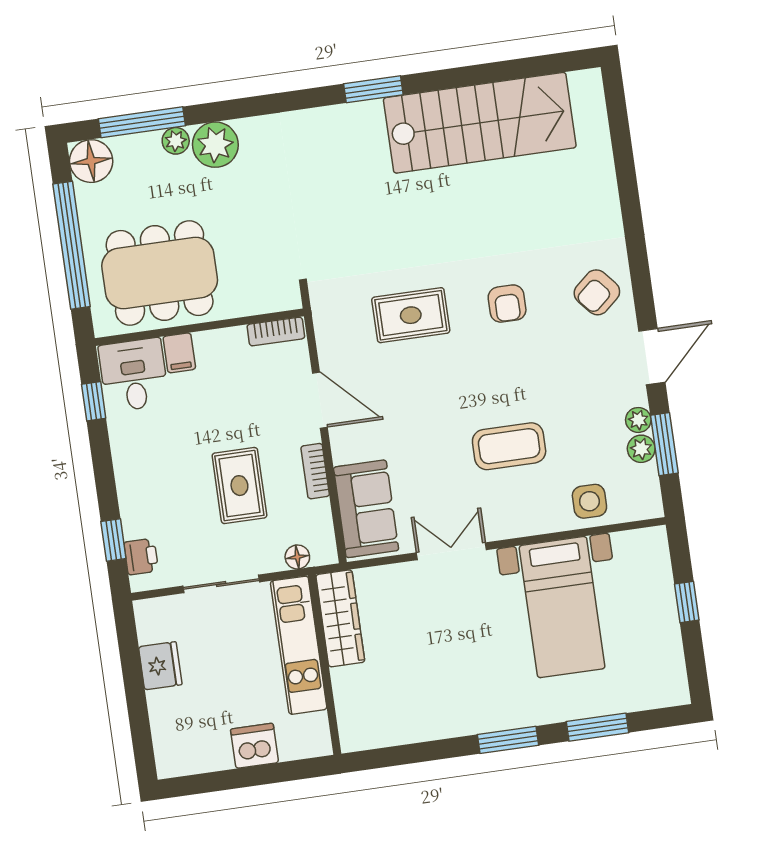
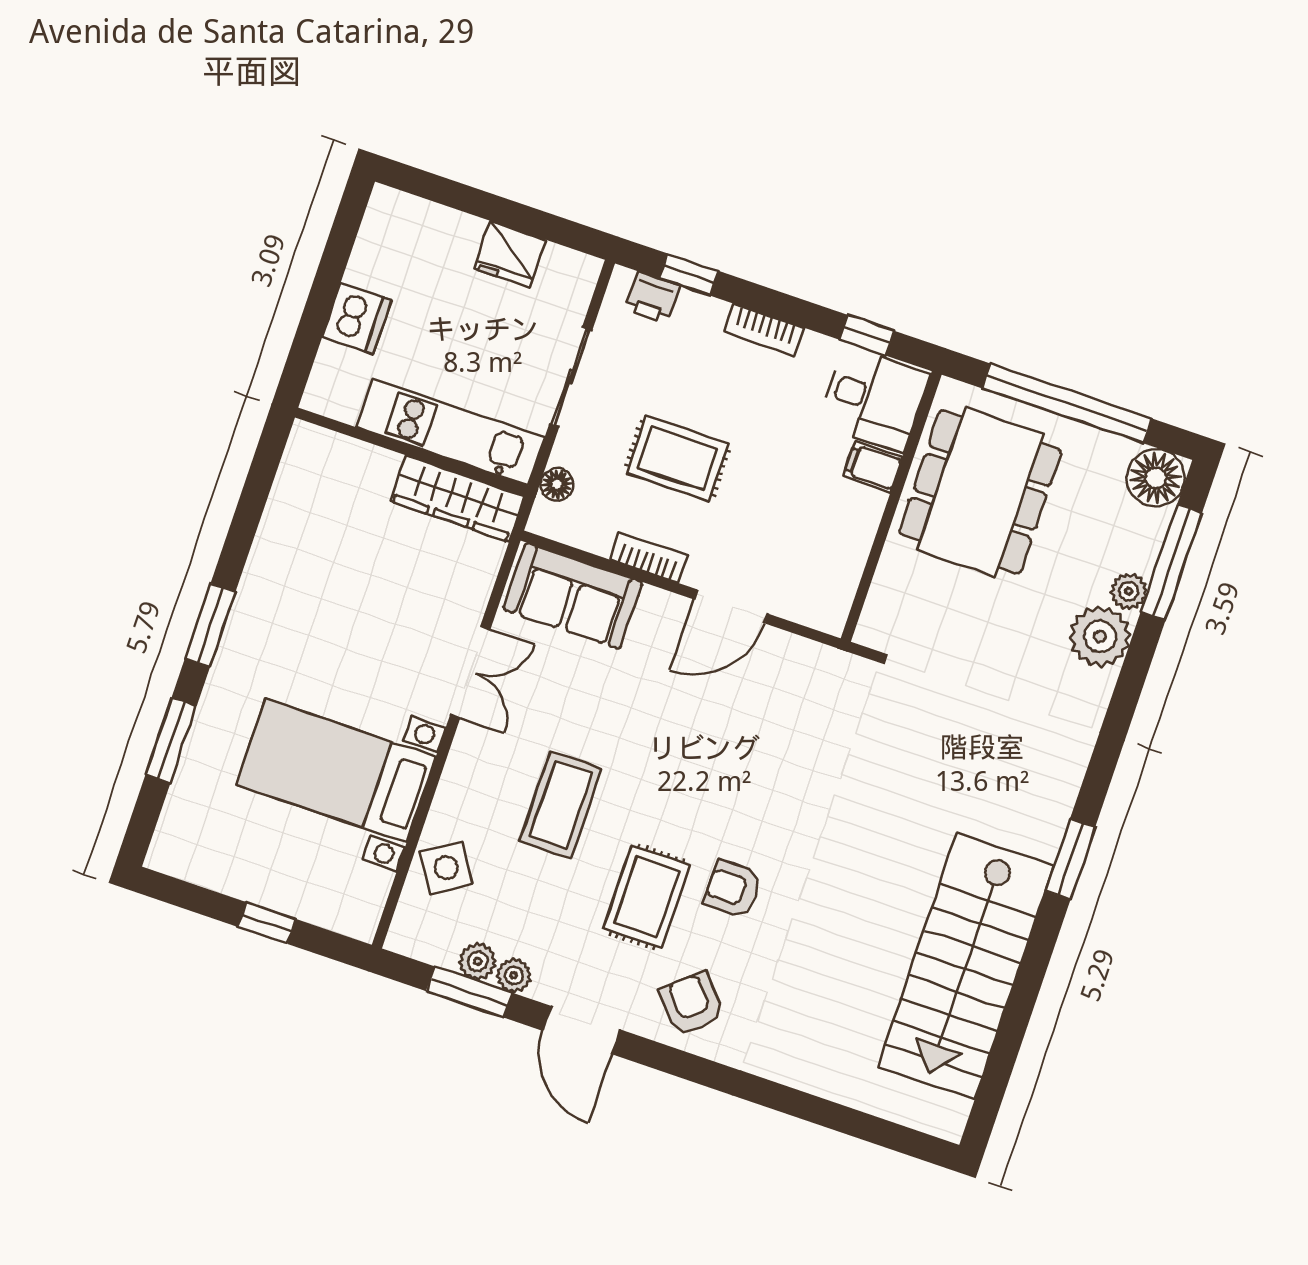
rug: (411, 315) -> (647, 897), moved
bookcase: (276, 331) -> (764, 330), moved, turned -90
side table: (589, 501) -> (446, 868), turned -33

